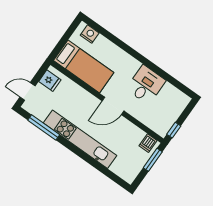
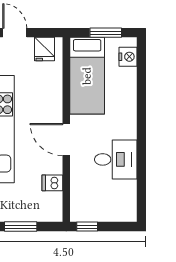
window: (66, 37) -> (106, 33), added
dishwasher: (148, 143) -> (52, 183), moved
window: (153, 160) -> (21, 227), moved

